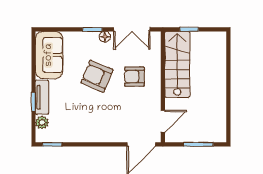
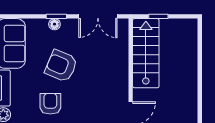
floor lamp: (105, 37) -> (54, 24), moved
armchair: (134, 77) -> (50, 104), moved, turned 90

